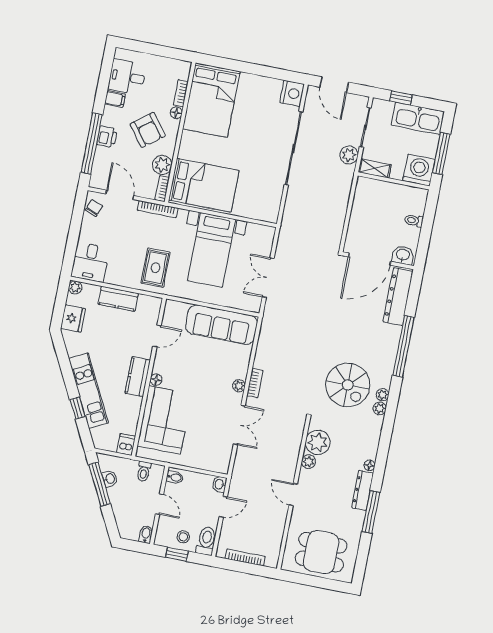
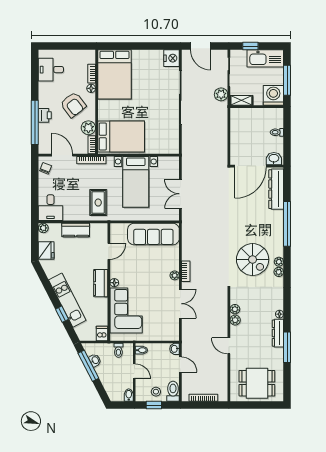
filing cabinet: (115, 99) -> (45, 87), removed
plant: (318, 442) -> (235, 309), width x0.53, depth x0.53
door: (223, 507) -> (180, 364), hinge flipped

